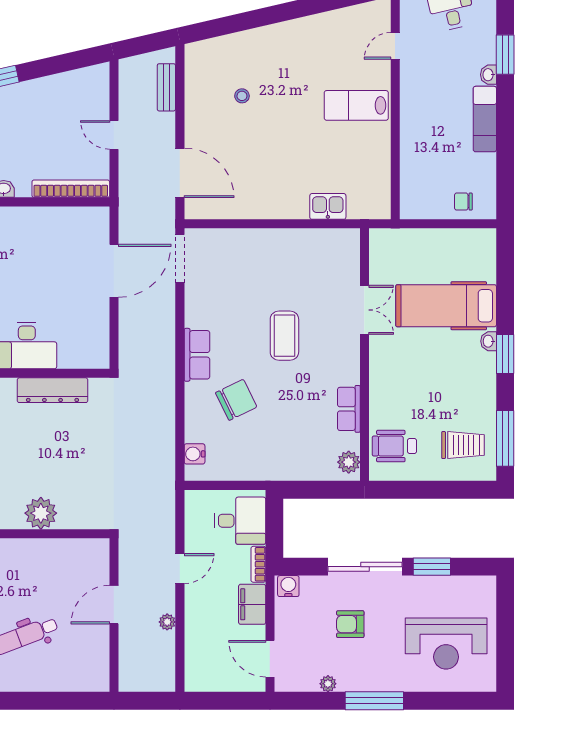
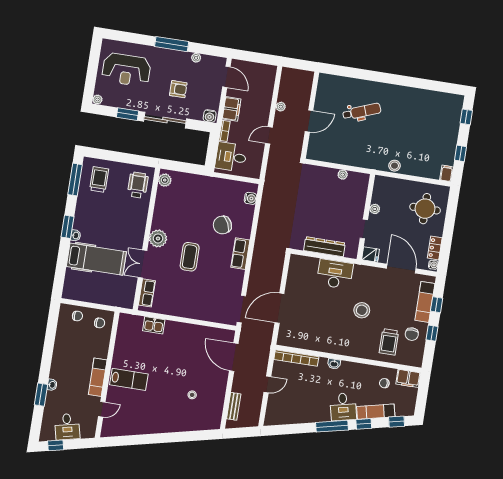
exam couch: (485, 119) -> (98, 377), moved, turned 180
door: (114, 135) -> (267, 384), hinge flipped
chair: (423, 195) -> (100, 323), added
plant: (344, 359) -> (158, 238), added
row of seats: (349, 409) -> (147, 293), moved
trolley: (463, 445) -> (99, 180), turned 90
wheelchair: (394, 446) -> (138, 185), turned -90
plant: (41, 513) -> (343, 175), width x0.53, depth x0.53
plant: (488, 584) -> (97, 100), added
reception desk: (446, 644) -> (126, 70), turned 180

